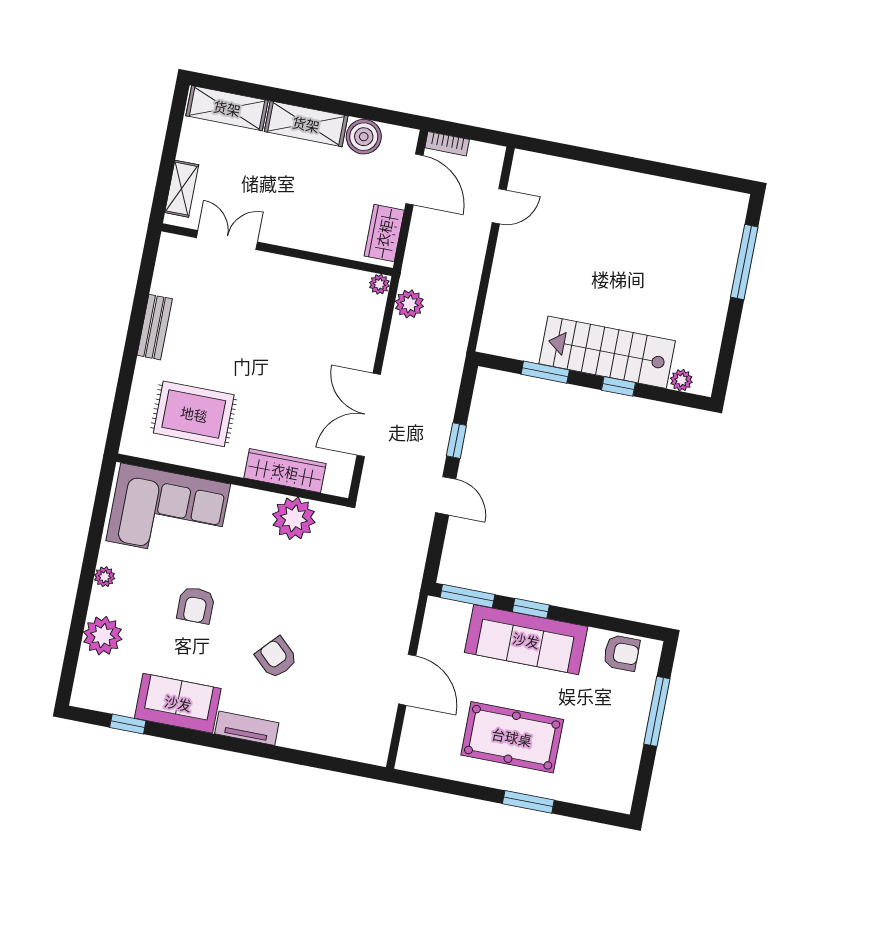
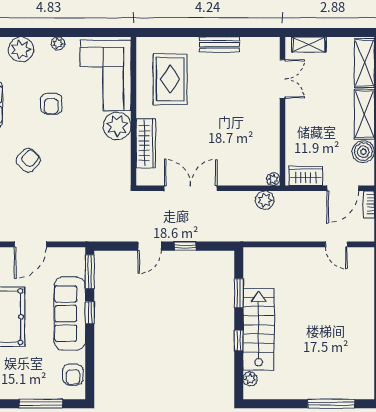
plant: (294, 518) -> (117, 126), moved
armchair: (196, 605) -> (51, 104), turned -90

